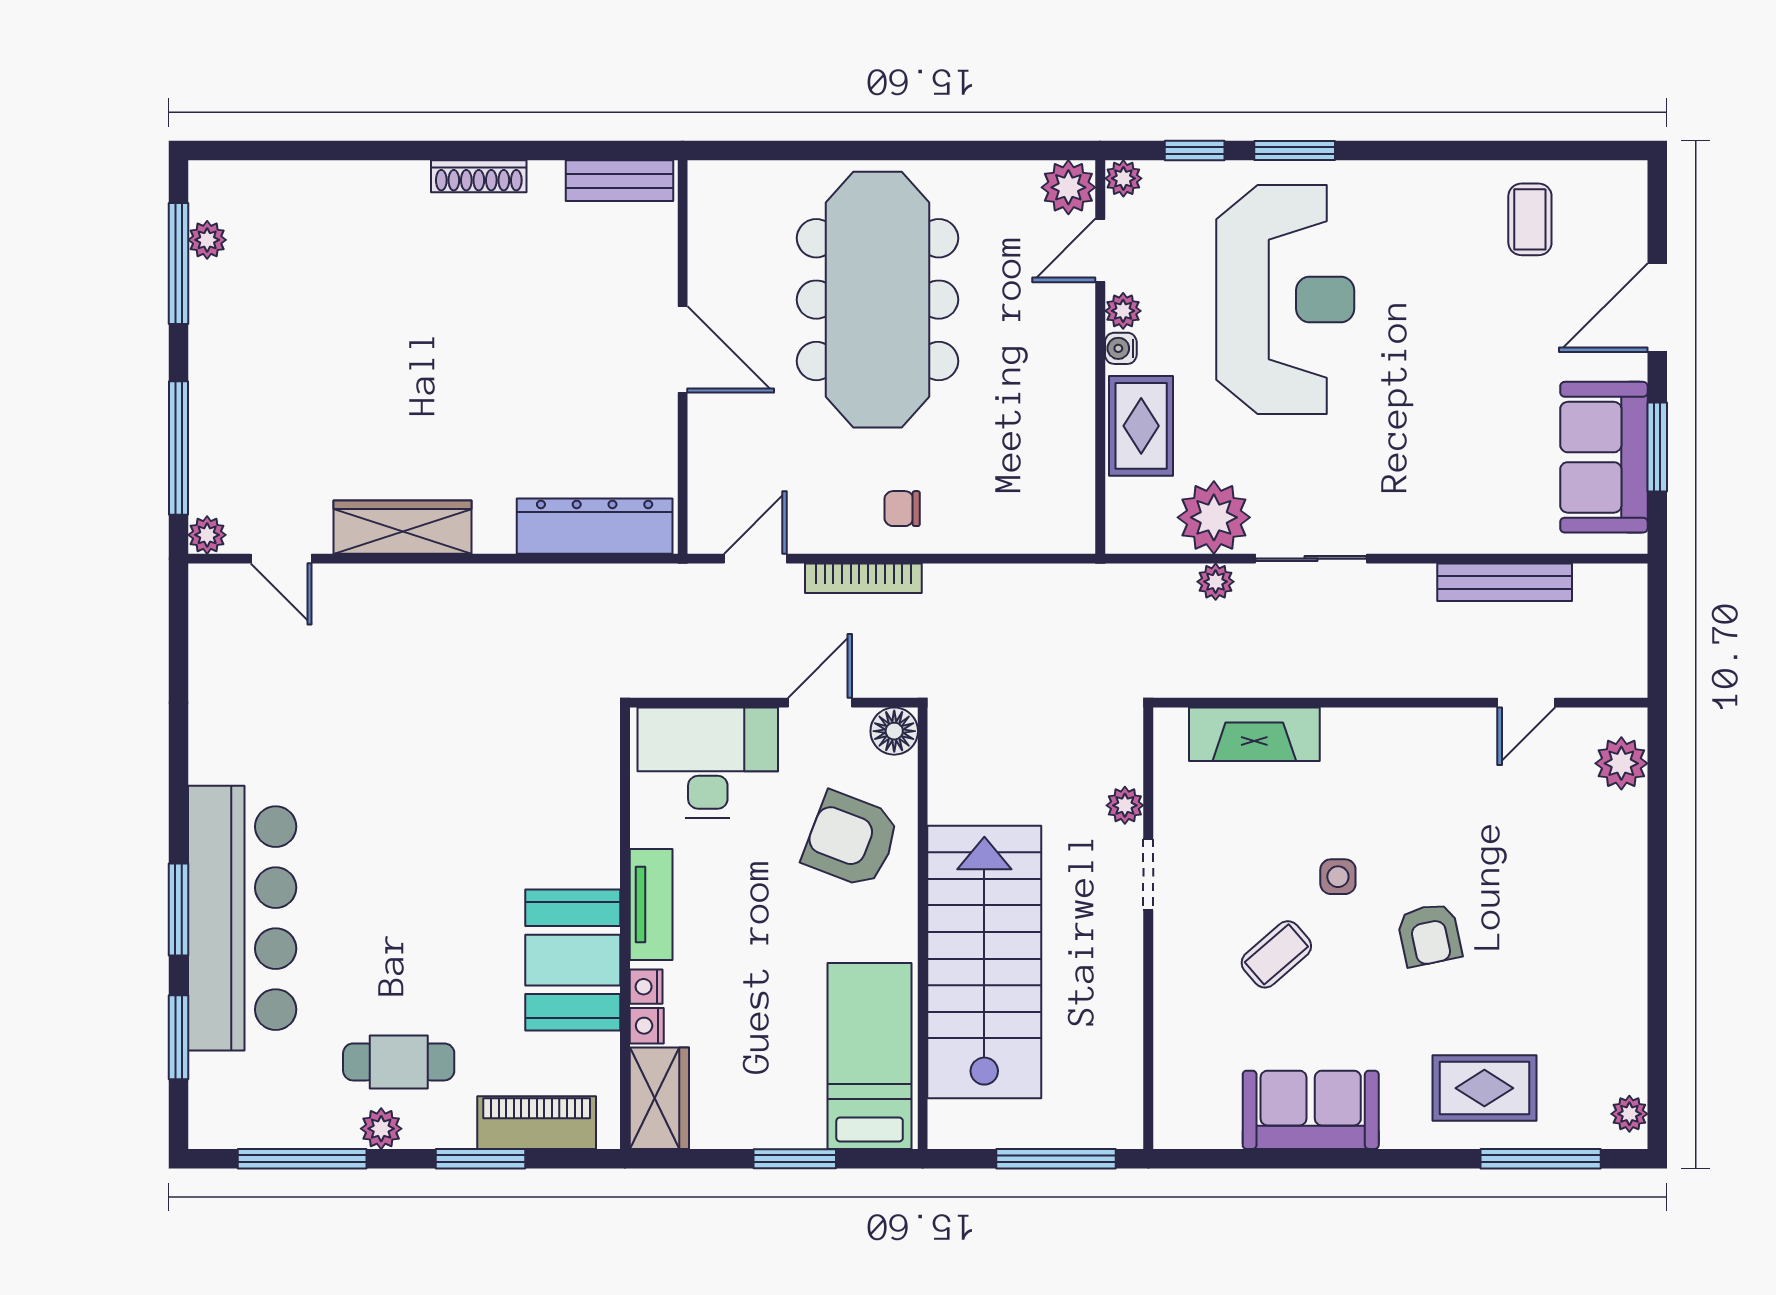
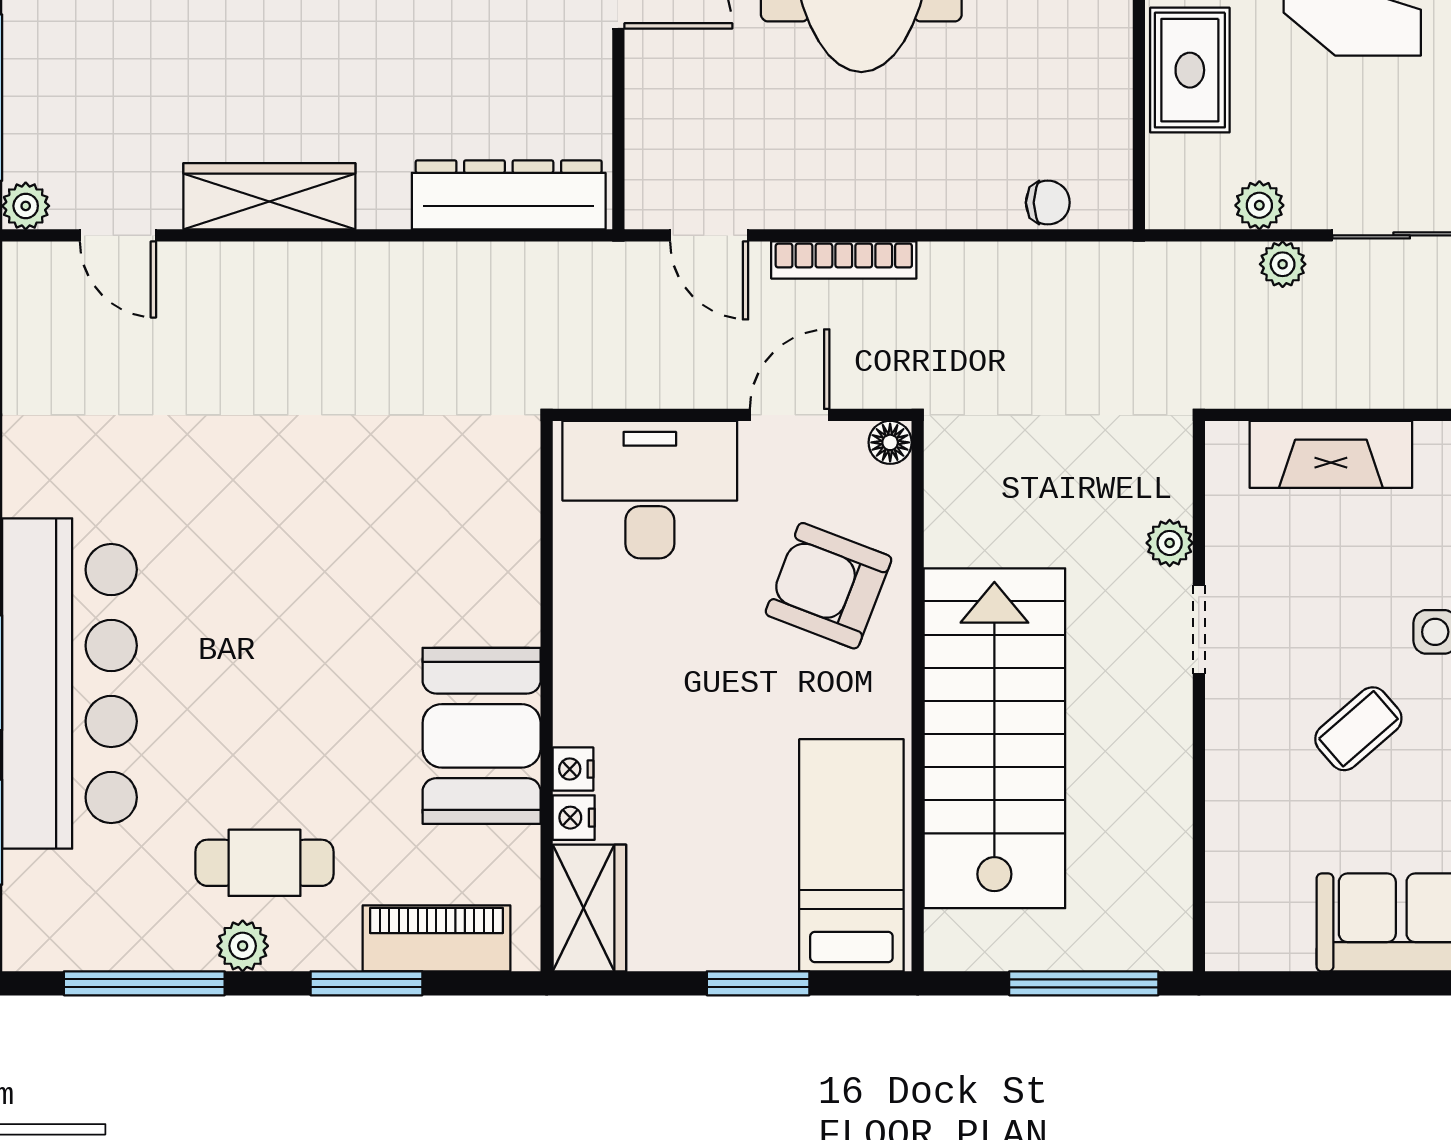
chair: (902, 509) -> (1048, 203), moved, turned 180
plant: (1214, 517) -> (1259, 205), width x0.53, depth x0.53
door: (755, 559) -> (709, 235), swing flipped
floor lamp: (894, 731) -> (890, 442), width x0.73, depth x0.73
tv unit: (651, 904) -> (579, 667), removed

